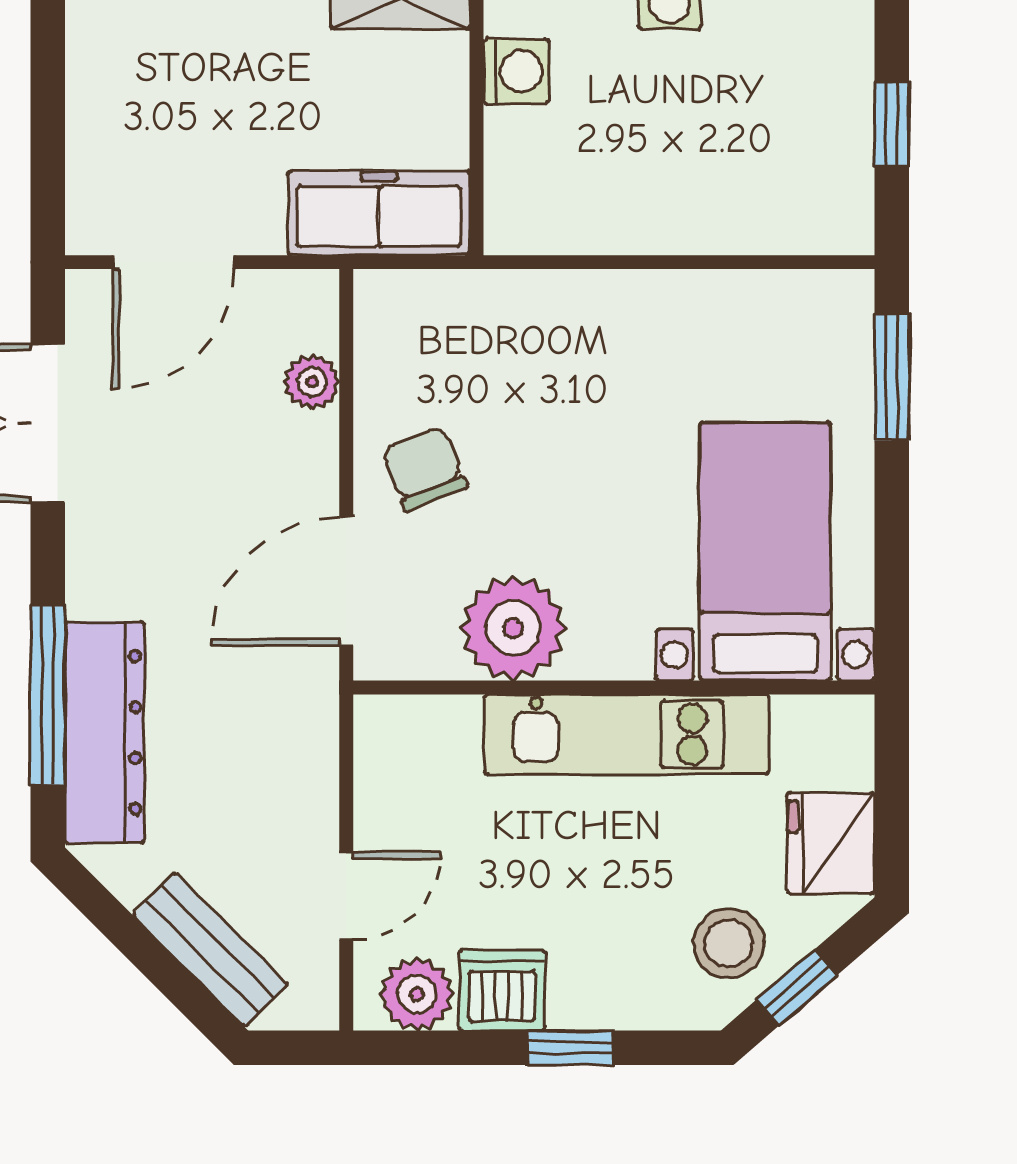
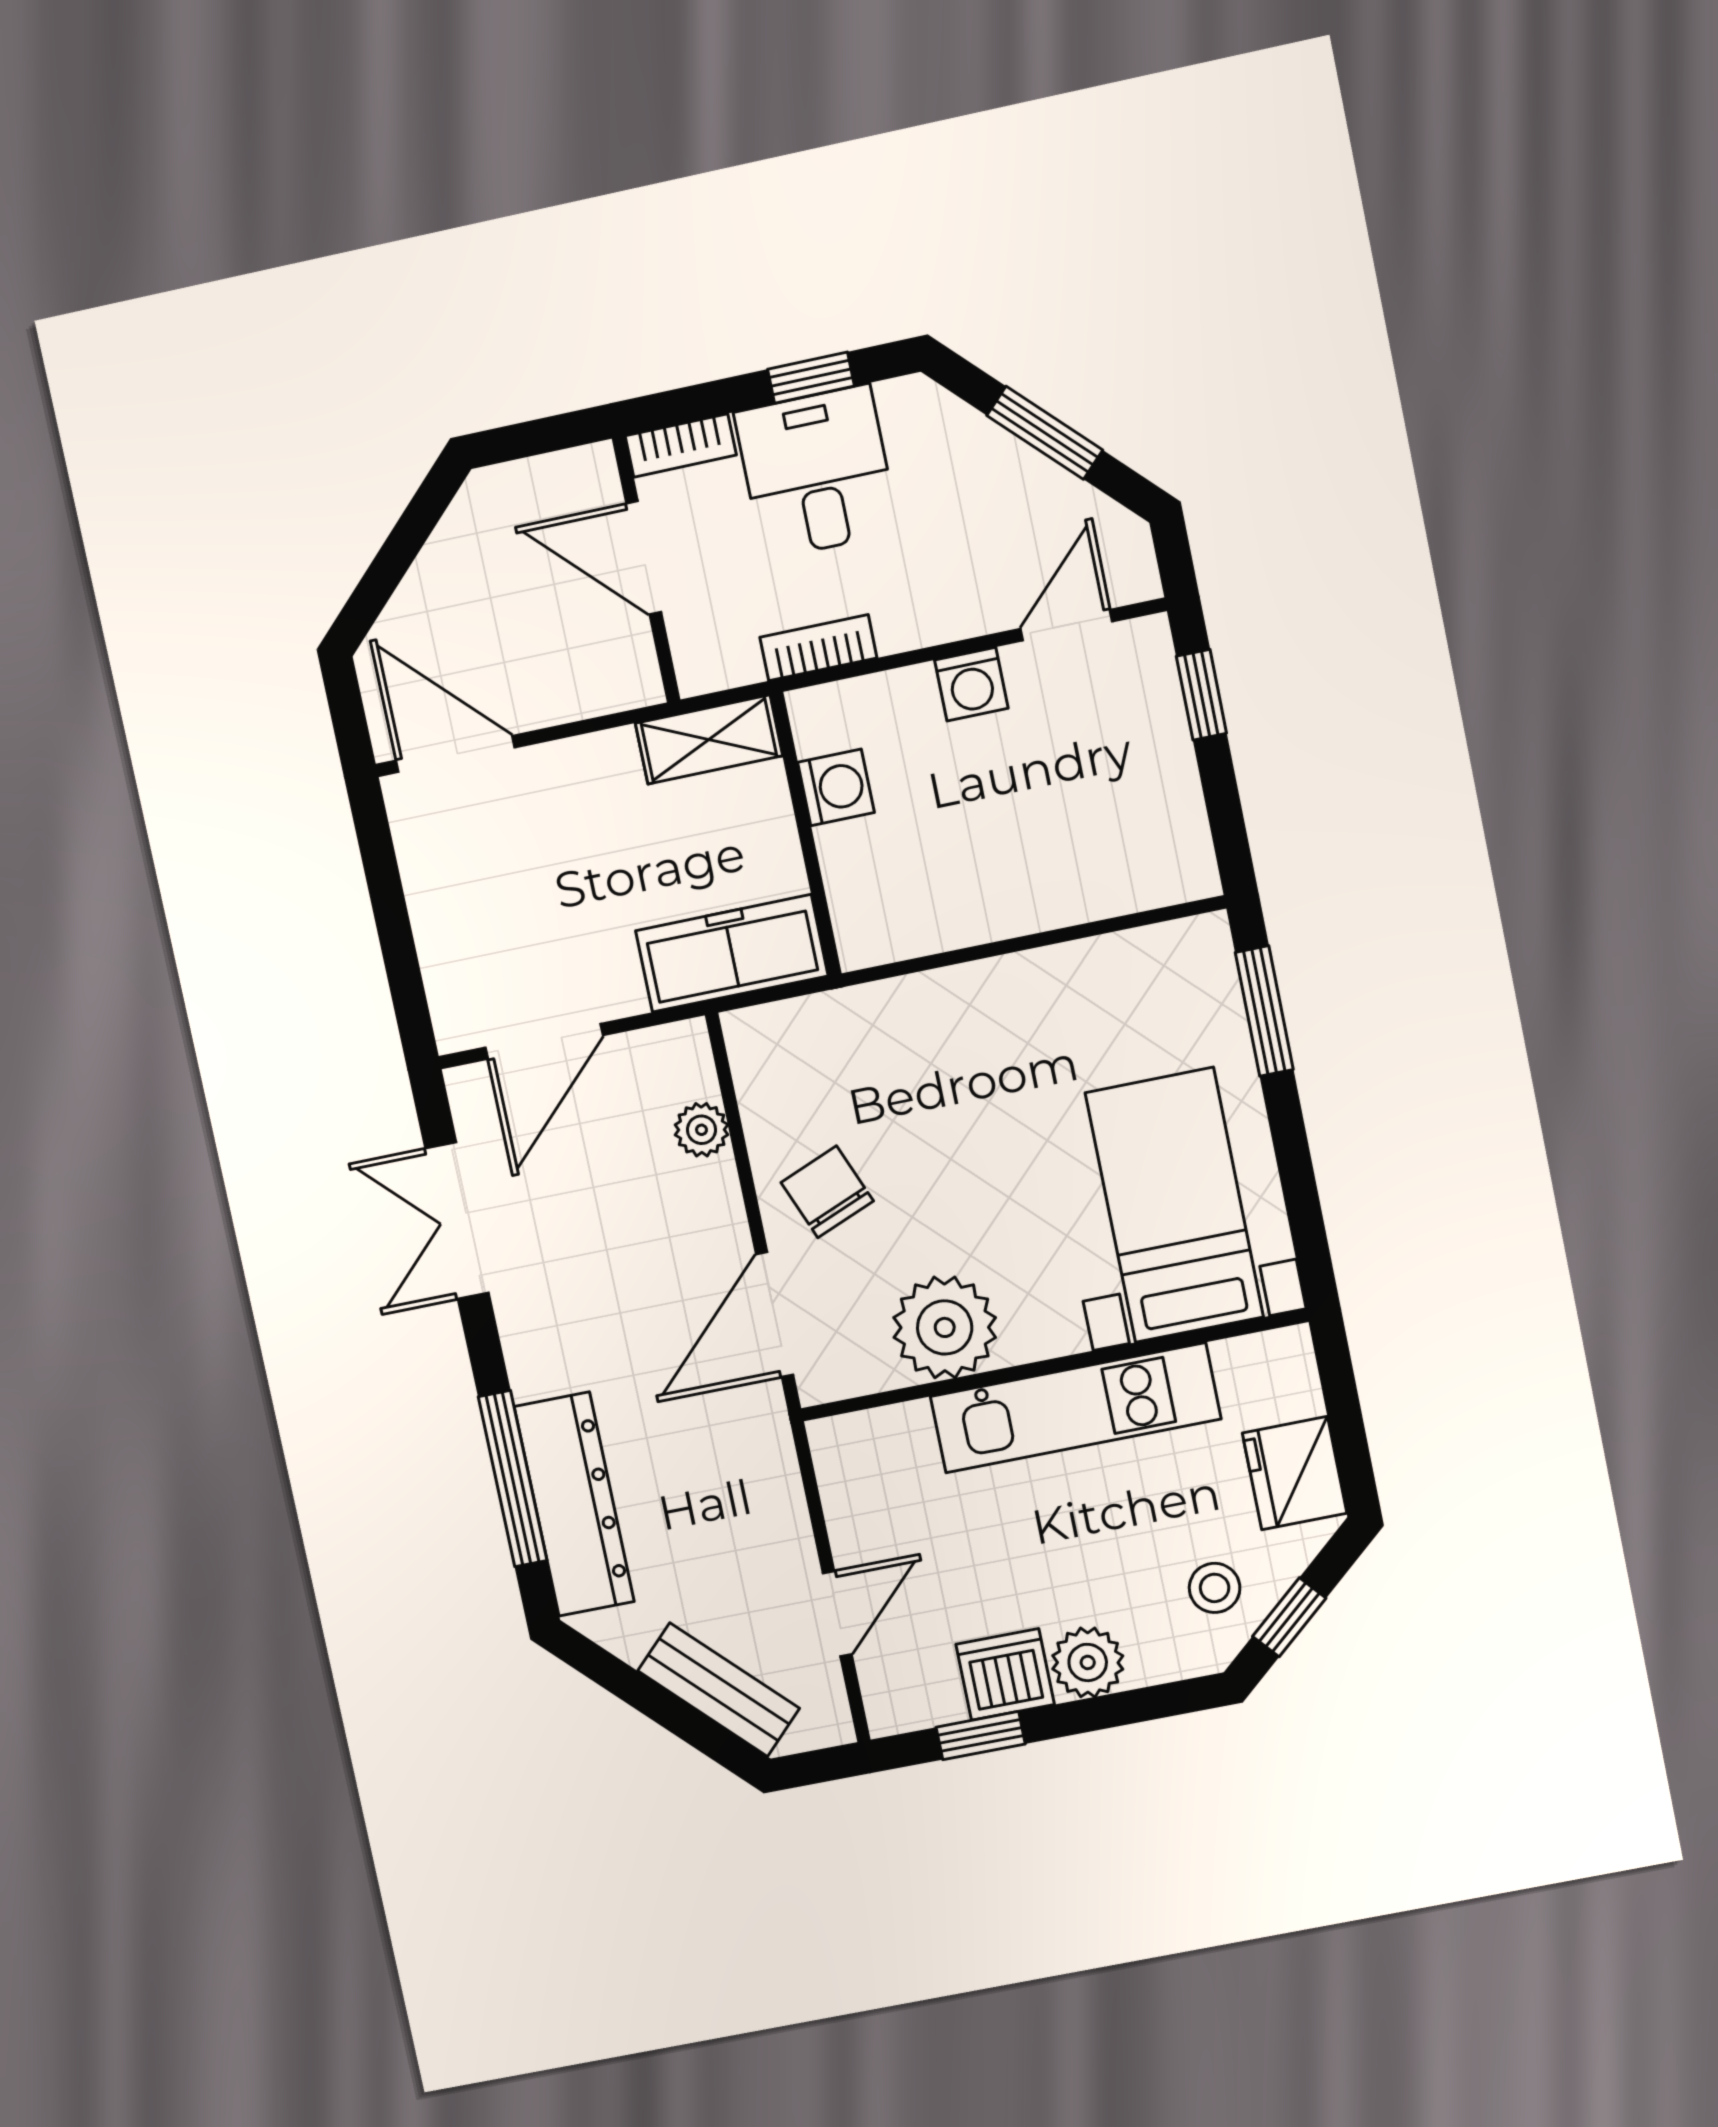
window: (892, 124) -> (1201, 695), moved
stool: (729, 943) -> (1215, 1588), width x0.73, depth x0.73
plant: (417, 994) -> (1088, 1662), moved
window: (571, 1048) -> (981, 1736), moved

